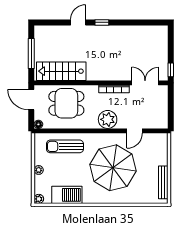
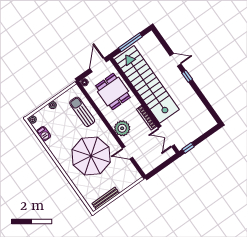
stairs: (61, 71) -> (147, 84), width x1.86, depth x1.51
double door: (145, 83) -> (166, 136), swing flipped
barbecue: (67, 195) -> (44, 134), width x0.53, depth x0.65

